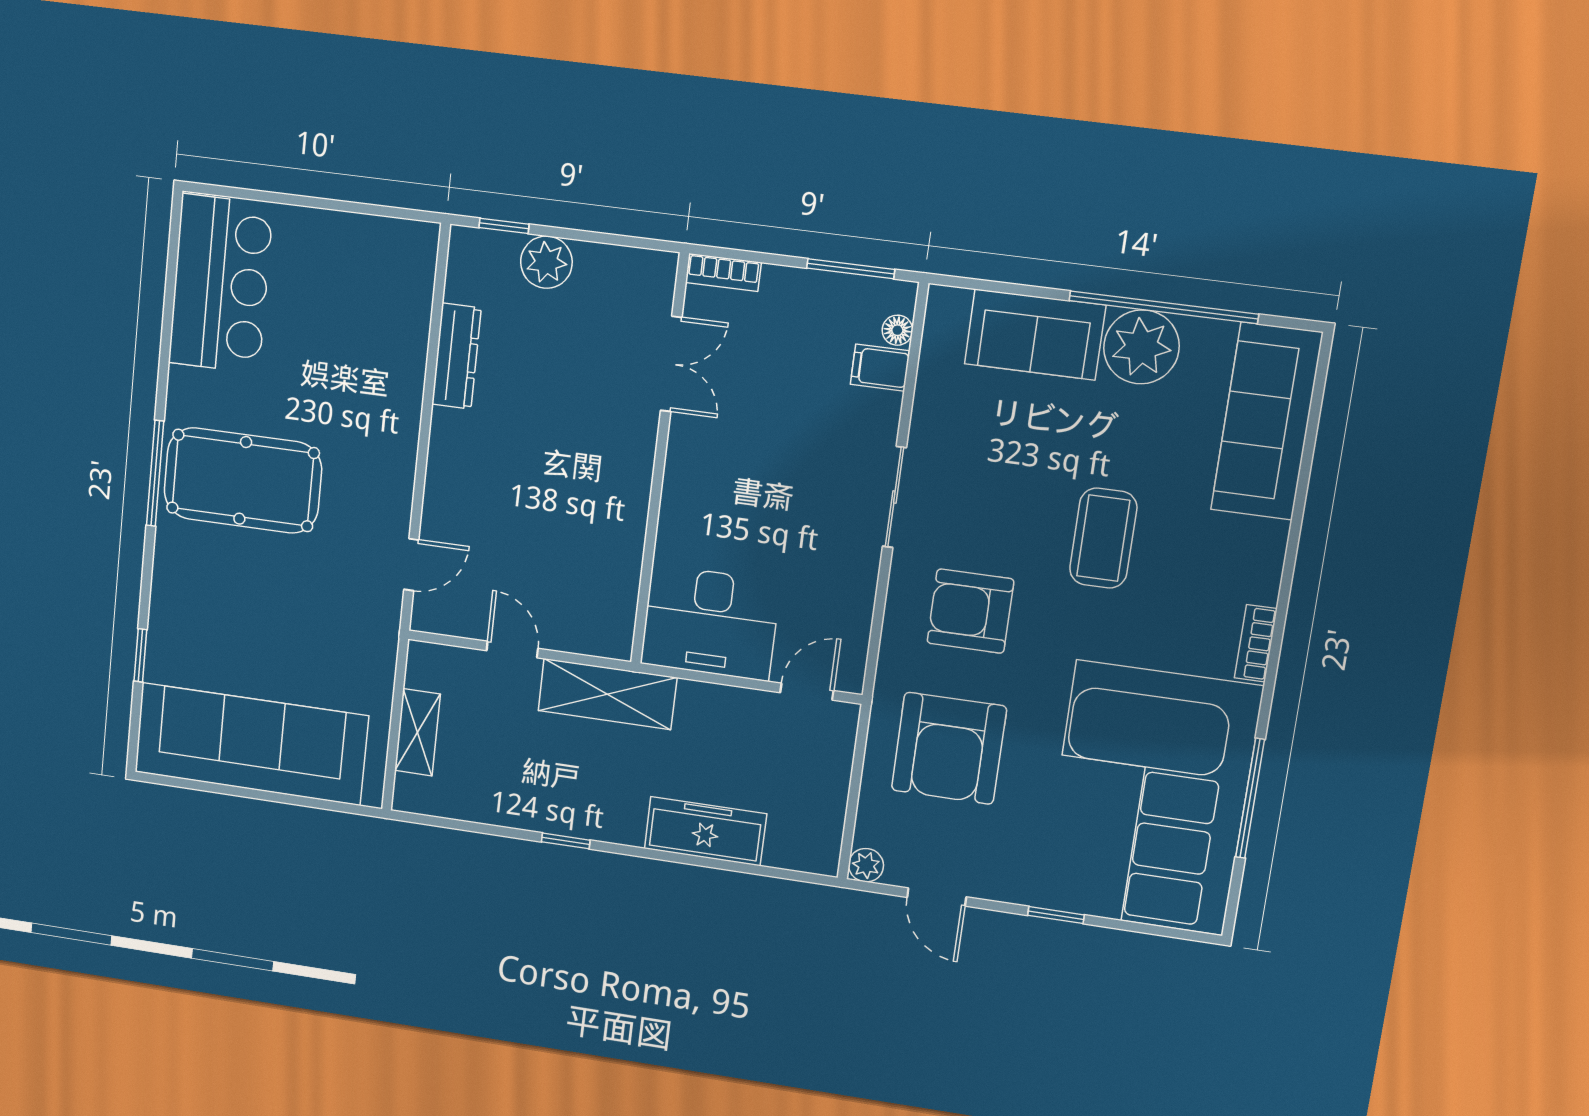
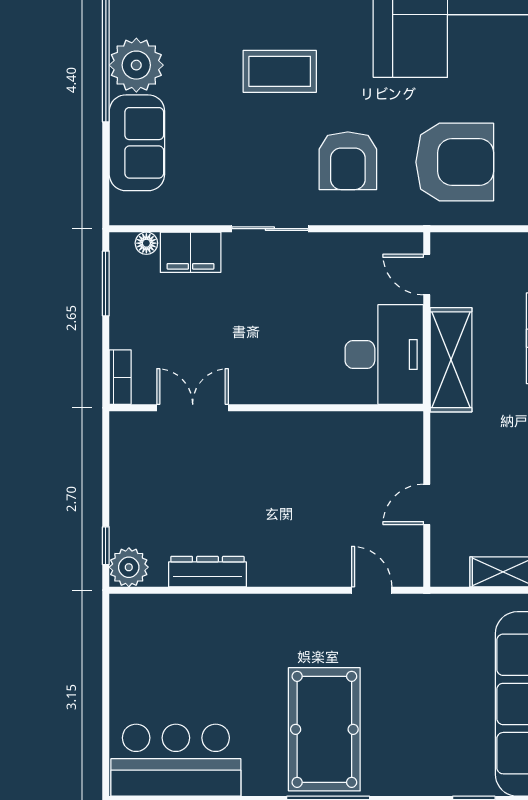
plant: (546, 262) -> (129, 567), moved
filing cabinet: (880, 368) -> (191, 252), width x2.00
shelving: (607, 694) -> (451, 360), moved

